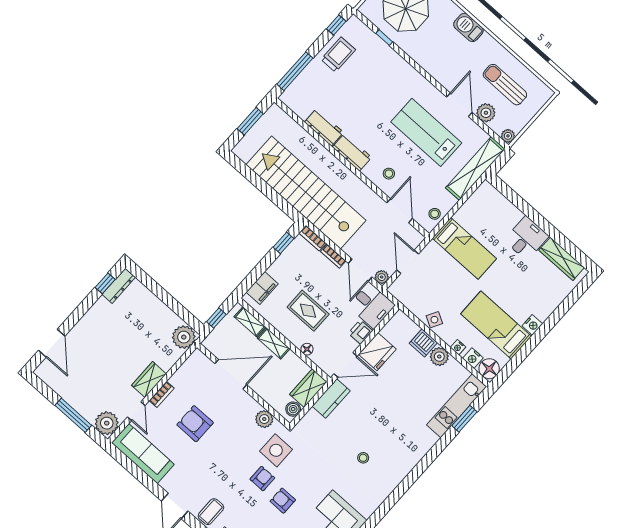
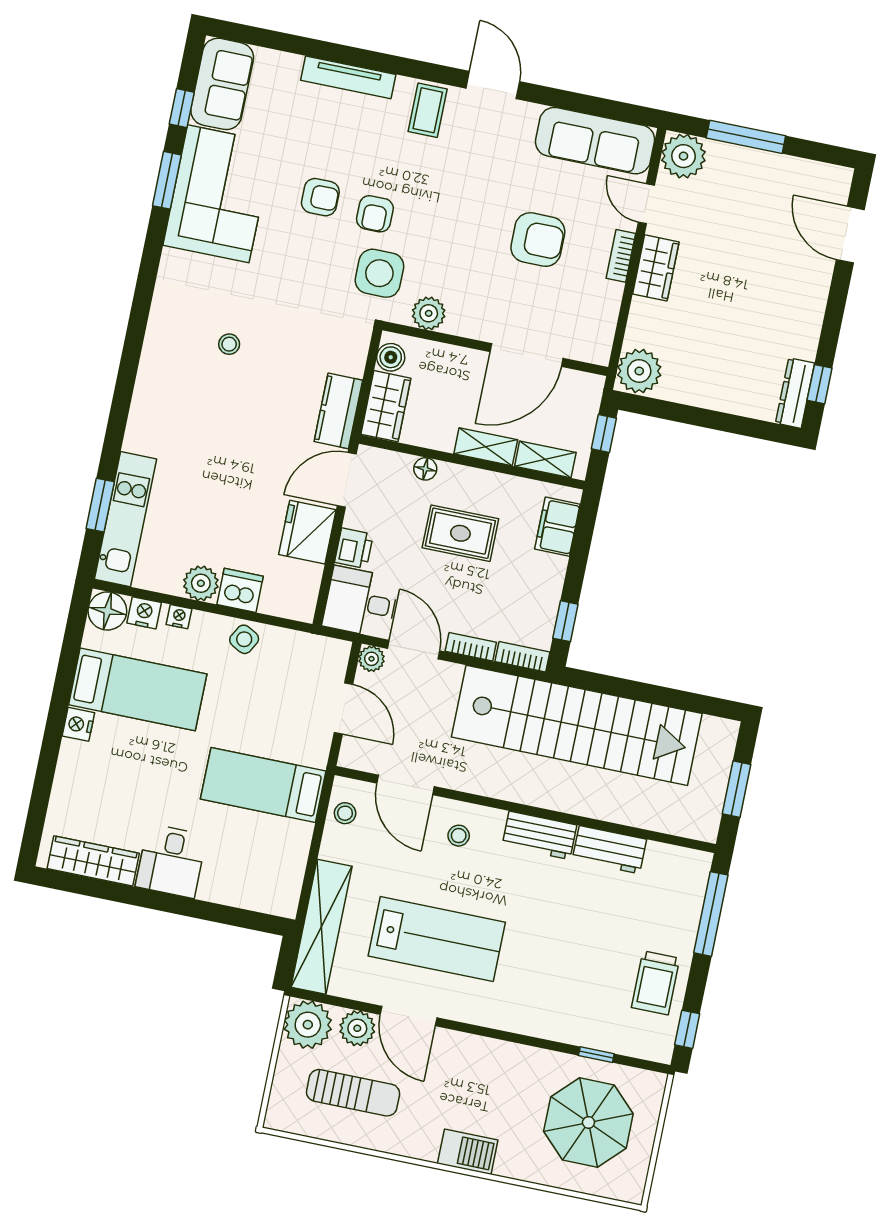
plant: (508, 136) -> (308, 1025), width x1.87, depth x1.87

